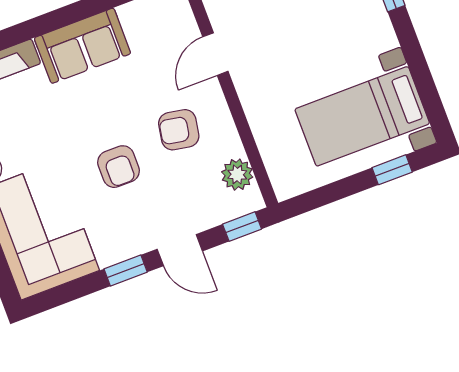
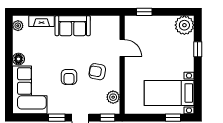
door: (215, 54) -> (122, 48), swing flipped

